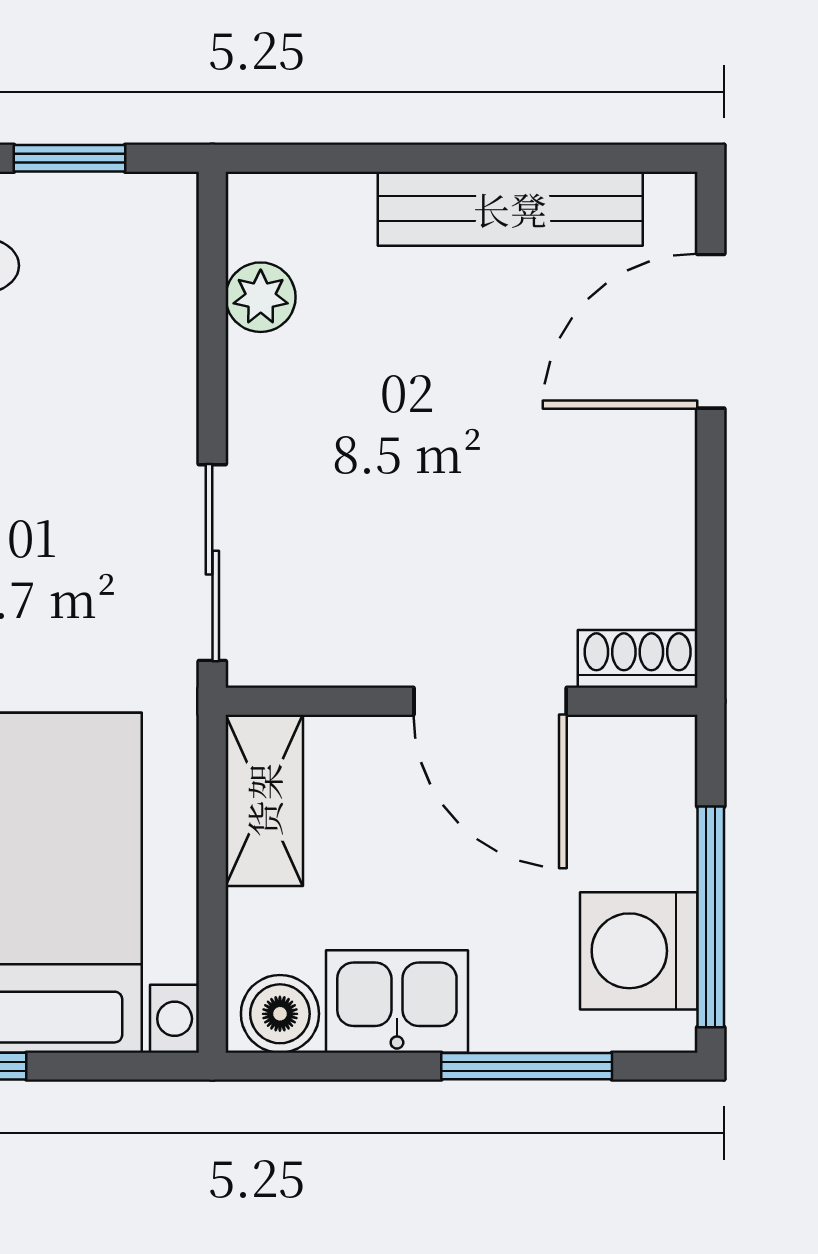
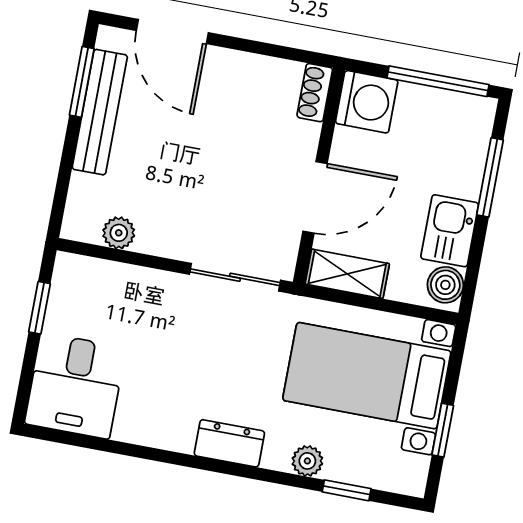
window: (567, 158) -> (82, 82), added
door: (490, 701) -> (315, 197), moved
washing machine: (639, 951) -> (367, 102), moved, turned -90

